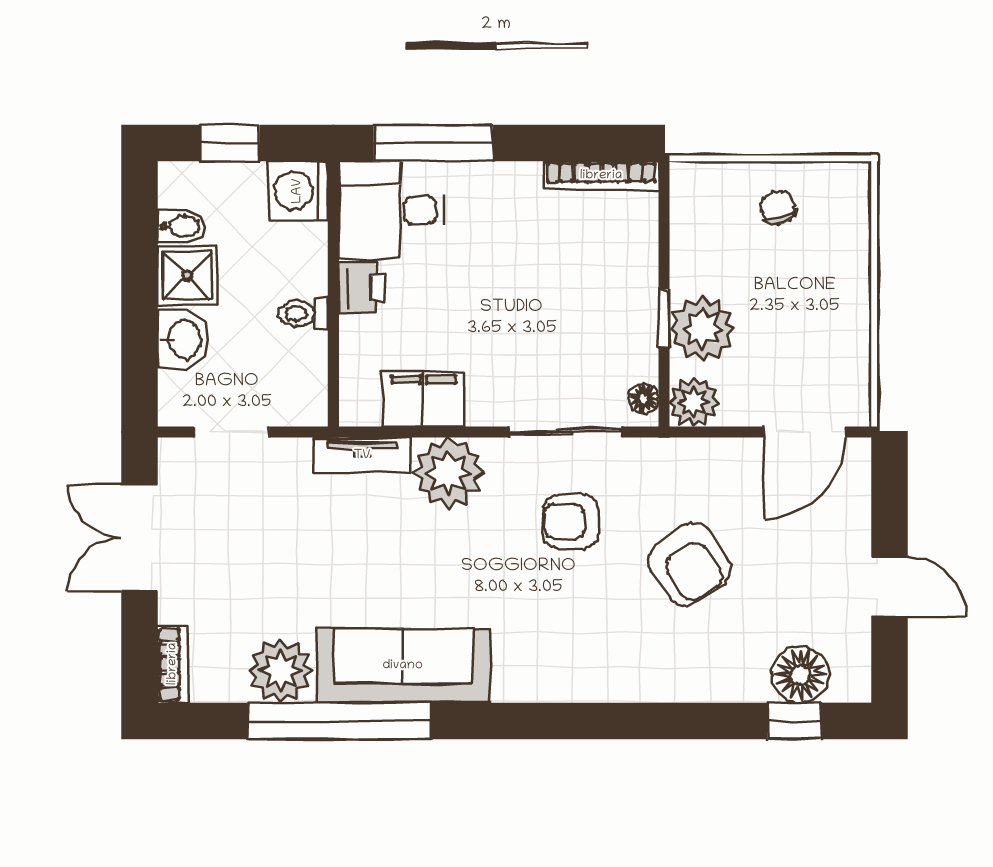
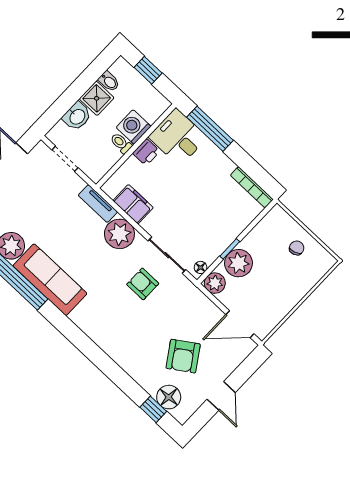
washing machine: (298, 191) -> (134, 127), moved
armchair: (690, 564) -> (183, 356), moved

